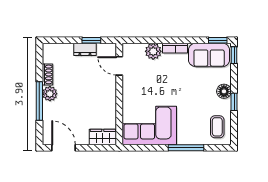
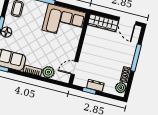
door: (119, 66) -> (74, 68), swing flipped
plant: (50, 94) -> (121, 88), moved
wardrobe: (103, 137) -> (103, 23), width x1.50

